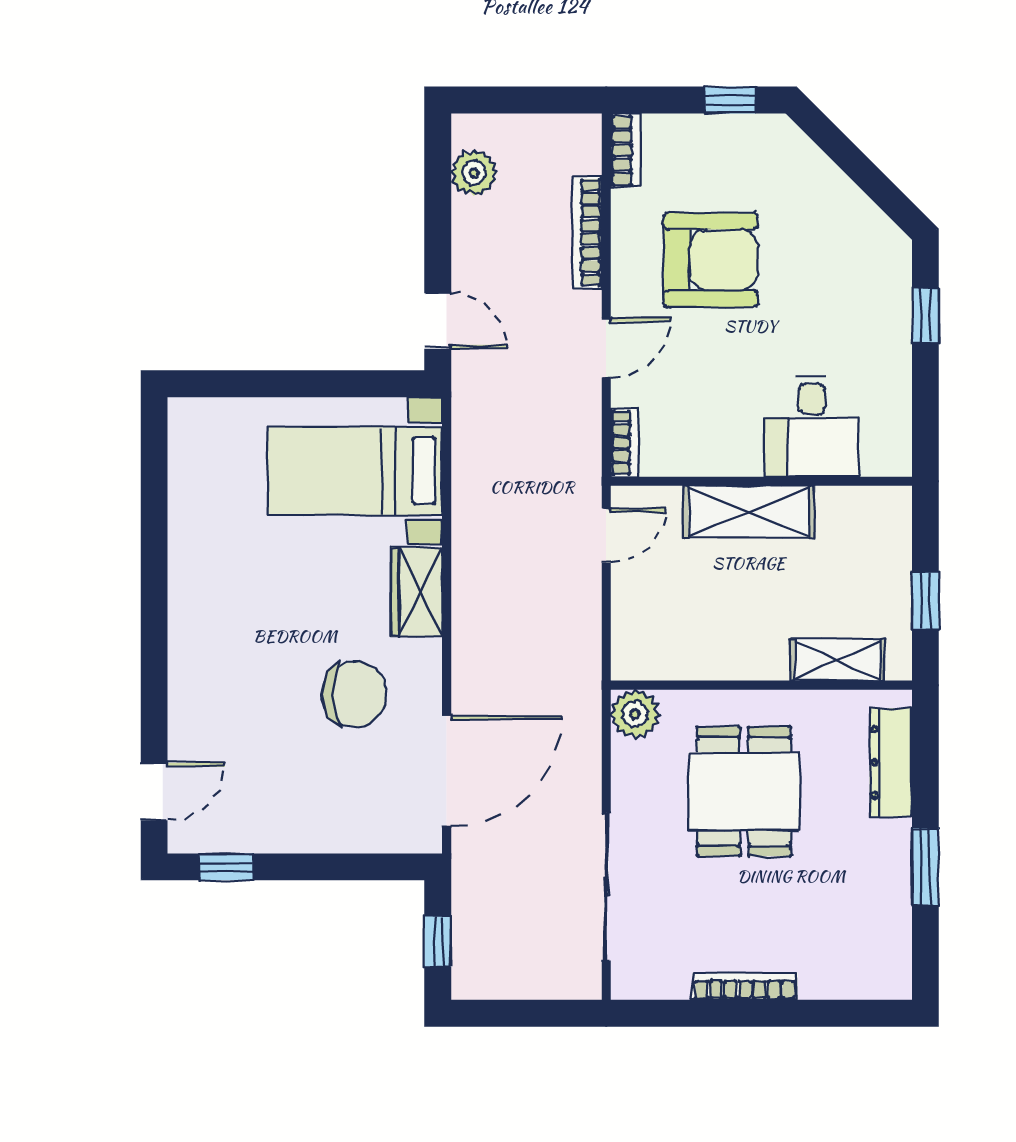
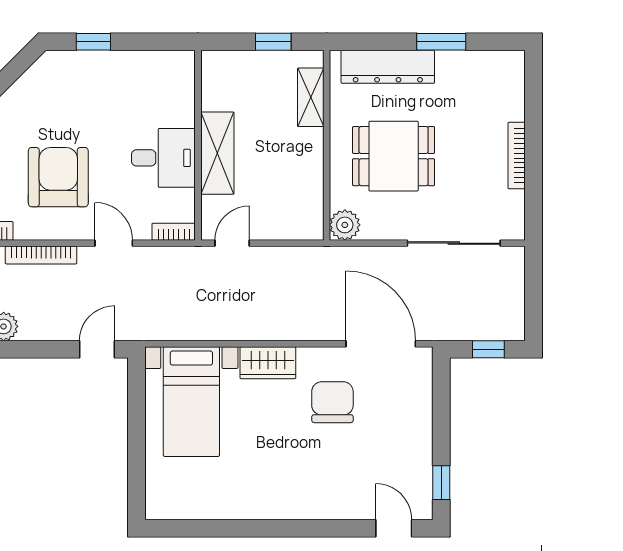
desk: (811, 426) -> (163, 158), moved
door: (606, 535) -> (232, 243), hinge flipped
dresser: (891, 762) -> (388, 67), width x1.37, depth x1.24

